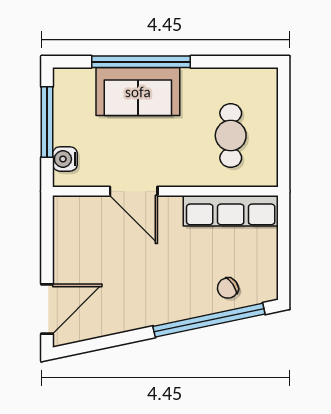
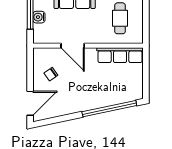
water cooler: (65, 159) -> (39, 17), moved
chair: (228, 288) -> (51, 74), moved

